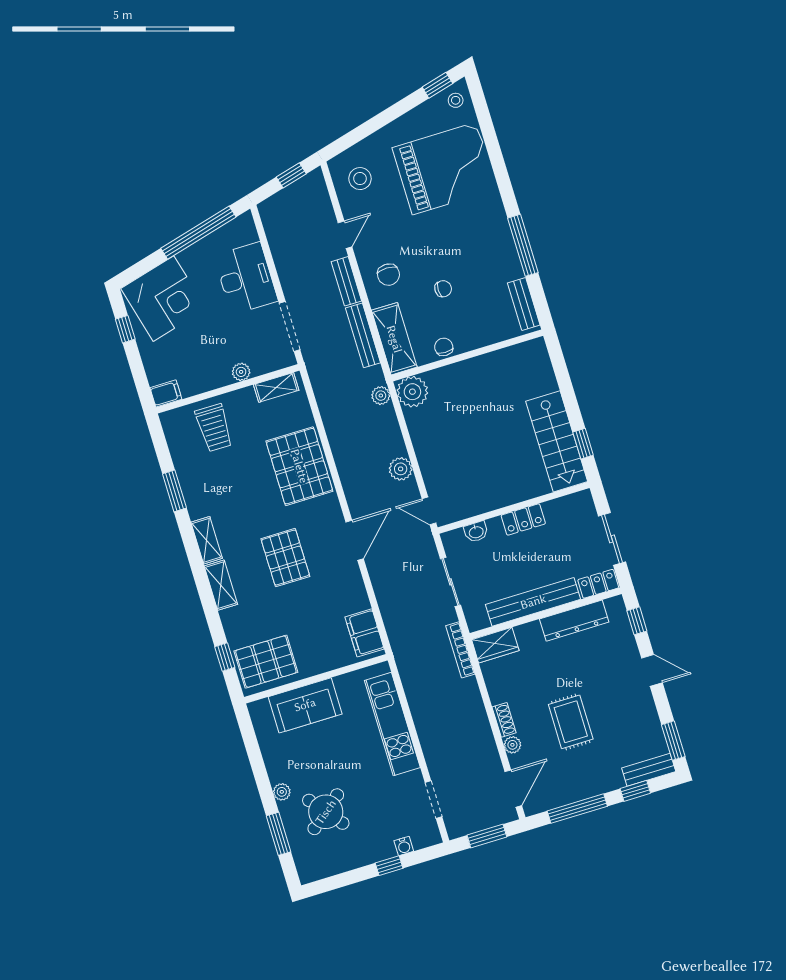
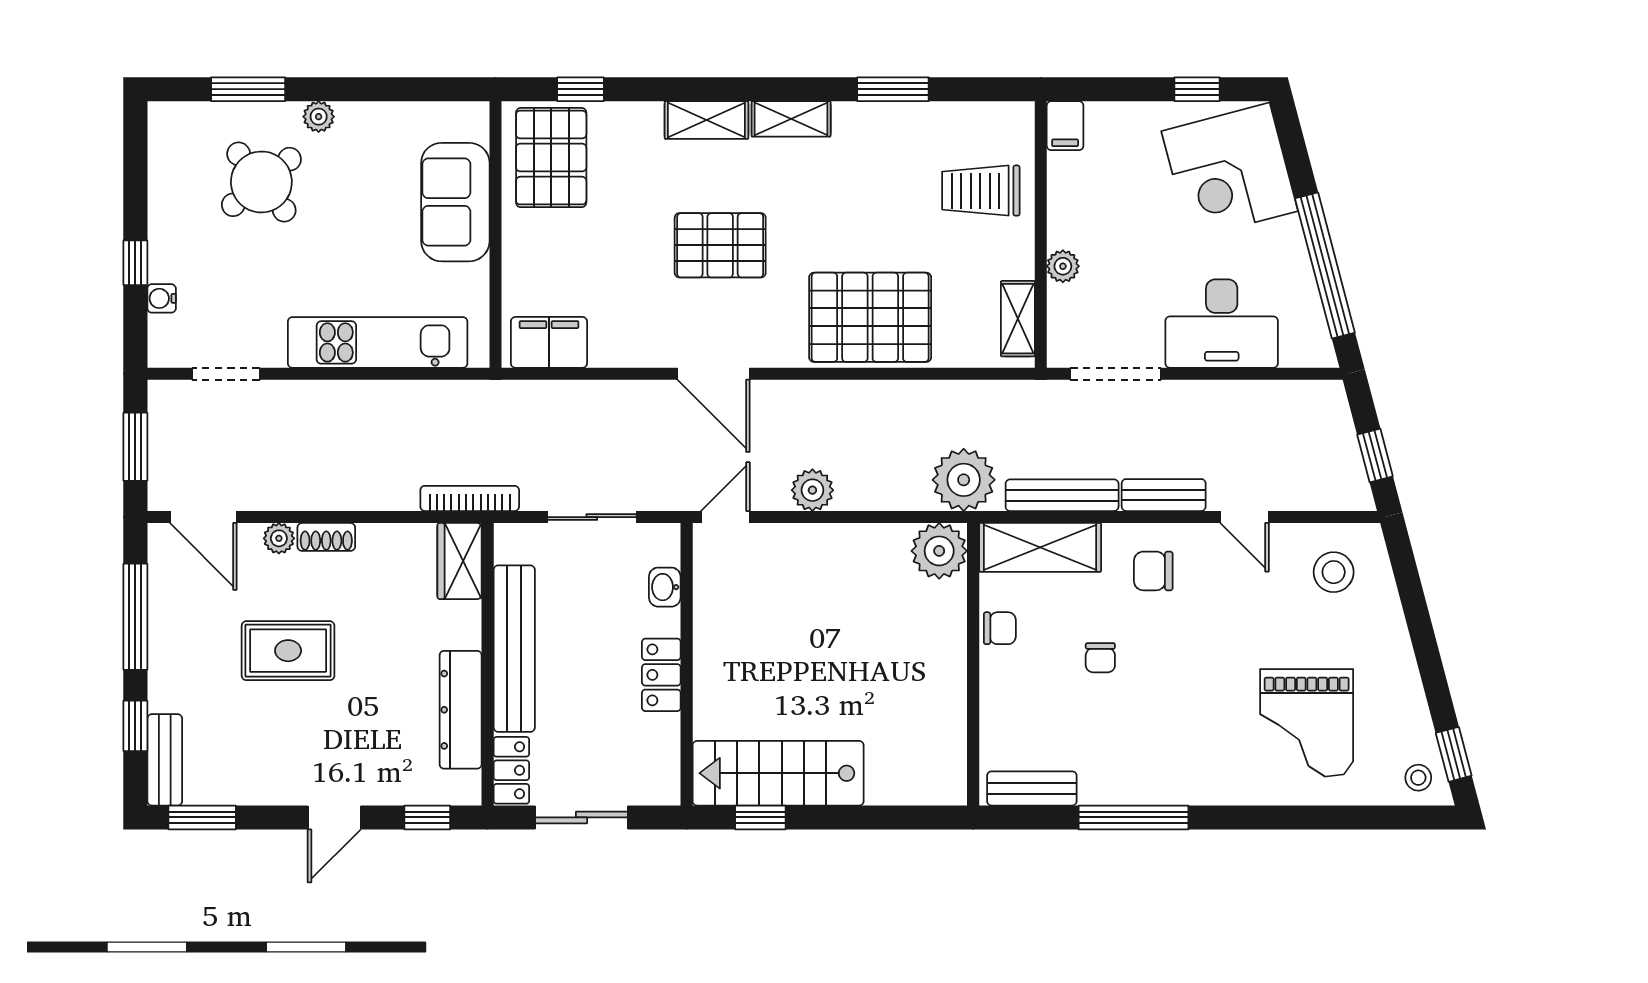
grand piano: (444, 169) -> (1307, 723), width x0.73, depth x0.68
plant: (381, 396) -> (964, 480), width x1.88, depth x1.88

